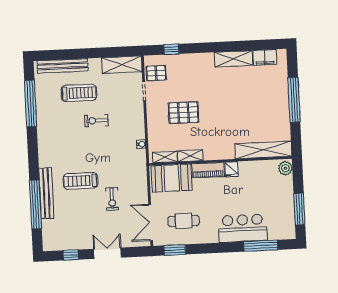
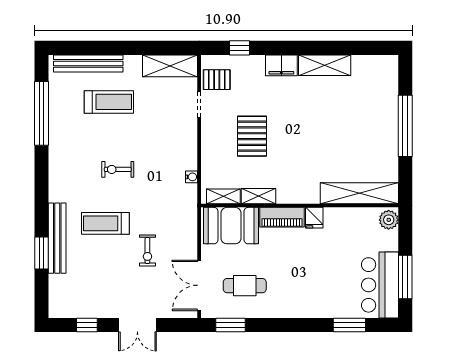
filing cabinet: (265, 57) -> (281, 65), moved
pallet: (183, 113) -> (252, 136), turned 90
exercise bike: (96, 121) -> (118, 169), moved
window: (36, 204) -> (42, 253), width x0.47
bar counter: (243, 228) -> (380, 285), moved, turned -90
window: (261, 246) -> (349, 325), width x0.69
double door: (107, 253) -> (137, 325), swing flipped

